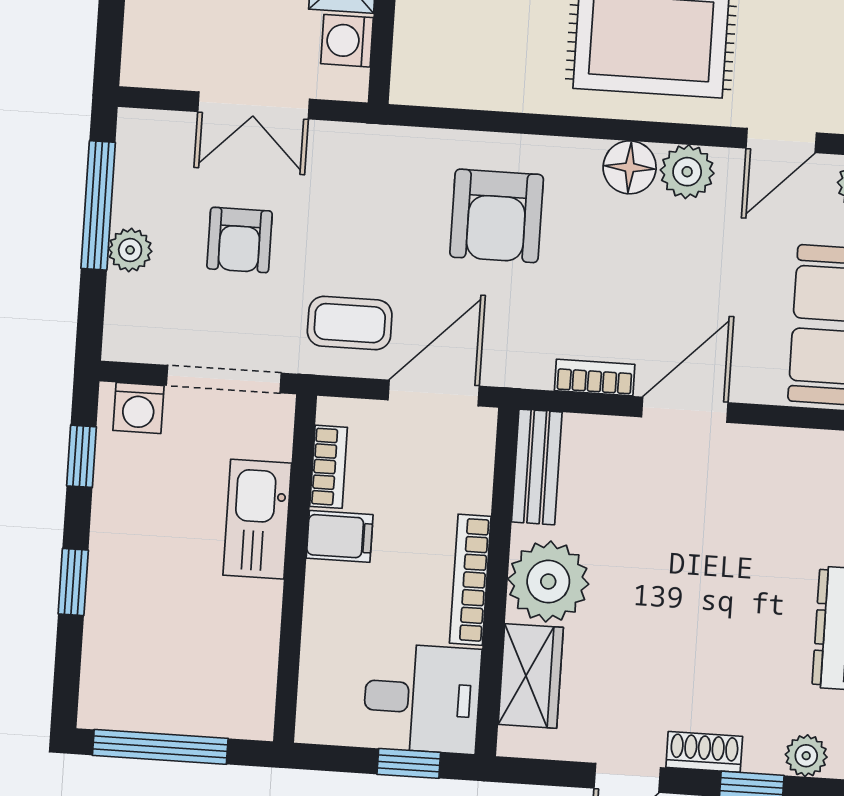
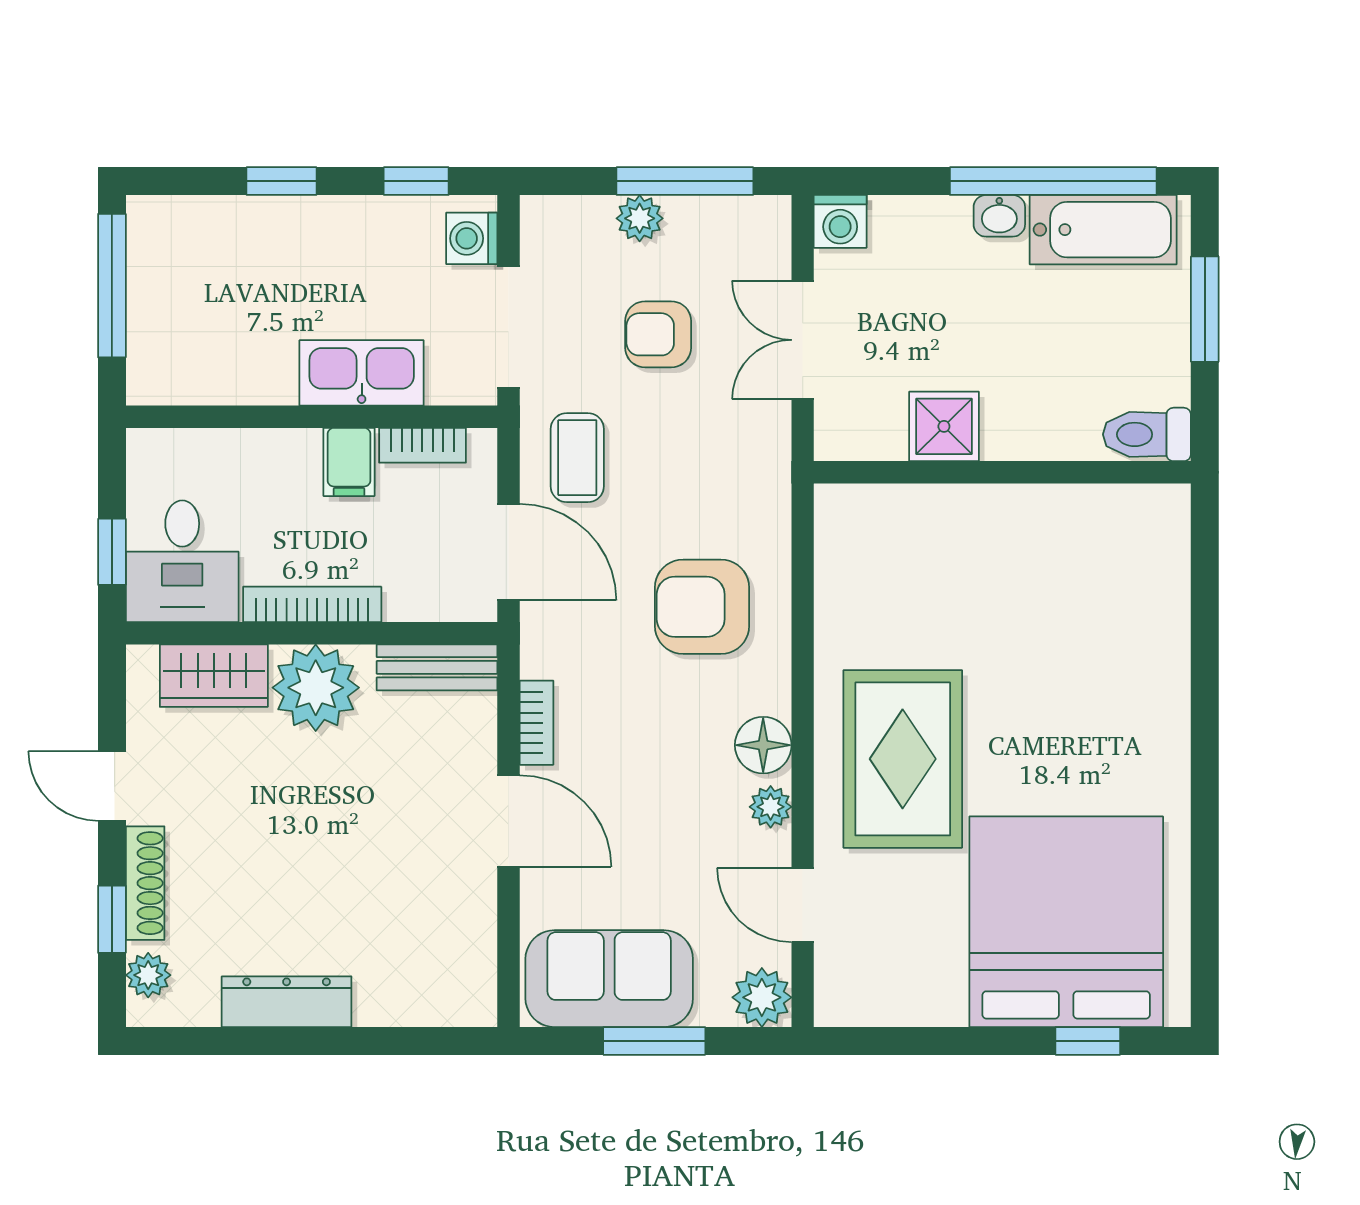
washing machine: (347, 41) -> (840, 221), moved, turned 180
plant: (687, 172) -> (771, 807), width x0.73, depth x0.73
shoe rack: (704, 752) -> (145, 883), width x1.43

